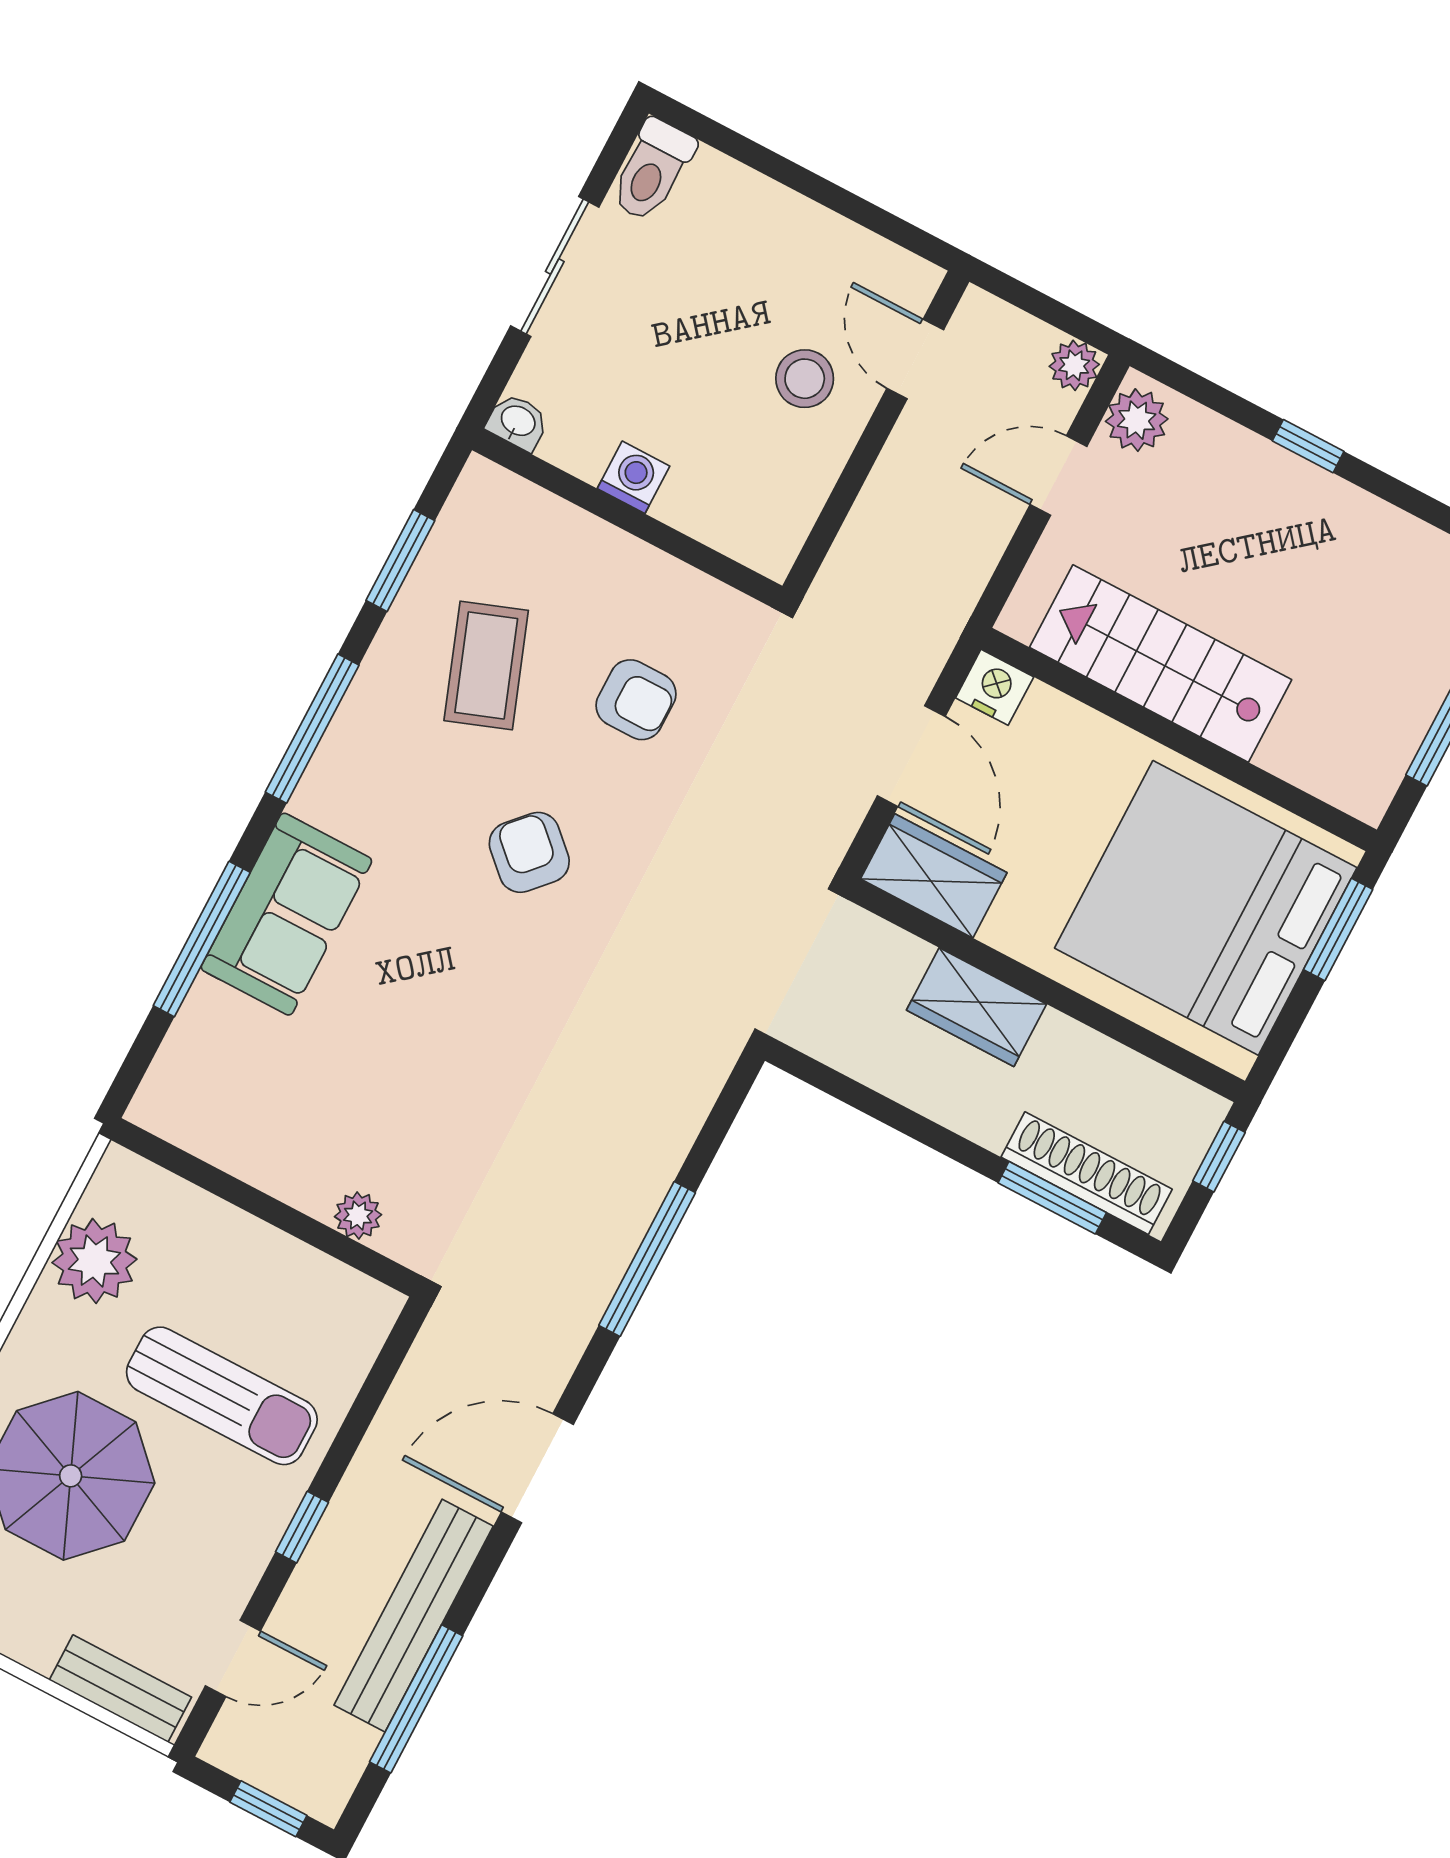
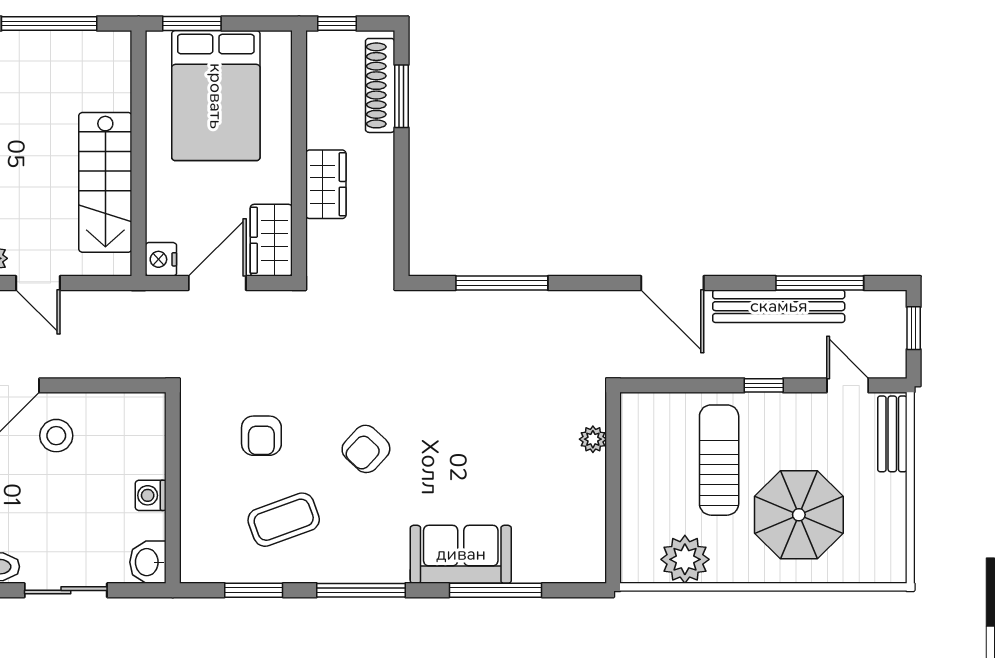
washbasin: (518, 422) -> (148, 562), width x1.38, depth x1.45
armchair: (636, 700) -> (261, 436), turned 180
bed: (1206, 908) -> (216, 96), width x0.73
window: (647, 1259) -> (502, 283), moved

